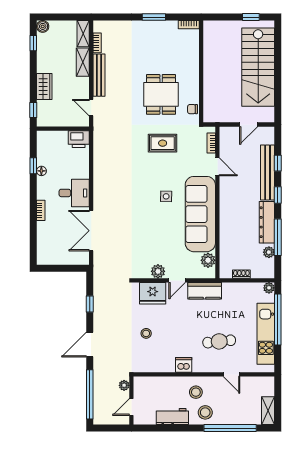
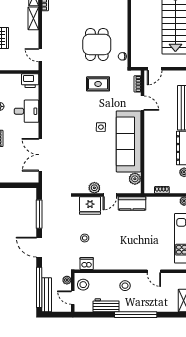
bench: (99, 75) -> (47, 295), moved
door: (249, 125) -> (155, 69), moved
desk: (74, 193) -> (26, 111), moved
window: (90, 304) -> (39, 214), width x2.17
cafe table: (219, 341) -> (144, 245), removed
door: (90, 345) -> (39, 247), hinge flipped
dishwasher: (184, 365) -> (87, 264), moved
door: (131, 407) -> (73, 298), hinge flipped
stool: (205, 412) -> (83, 285), moved
window: (230, 428) -> (136, 315), moved

